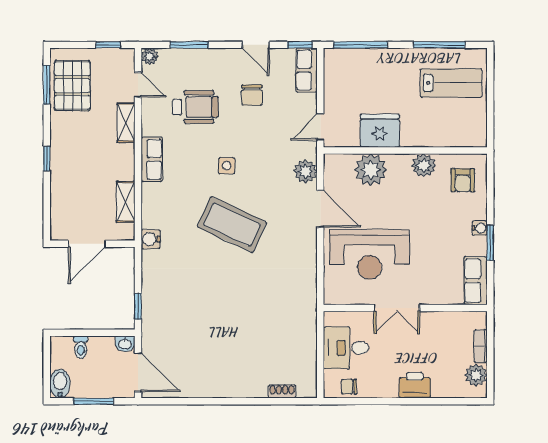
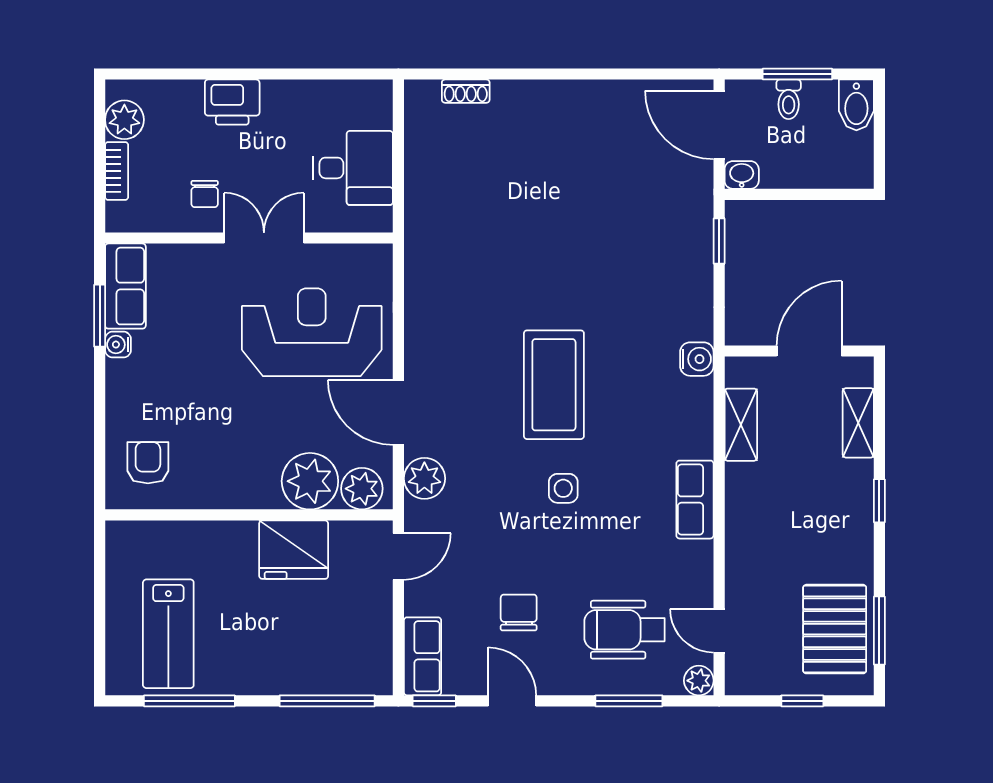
window: (108, 45) -> (802, 701), moved
lab bench: (451, 83) -> (168, 634), turned -90
wheelchair: (195, 107) -> (625, 630), moved
shelving: (126, 123) -> (858, 423), moved
plant: (424, 165) -> (362, 489), moved
coffee table: (232, 225) -> (554, 385), turned 65
water cooler: (480, 228) -> (118, 345), moved
window: (490, 243) -> (100, 316), moved
toilet: (81, 347) -> (789, 99), moved, turned 180
chair: (349, 387) -> (205, 194), moved, turned 90

